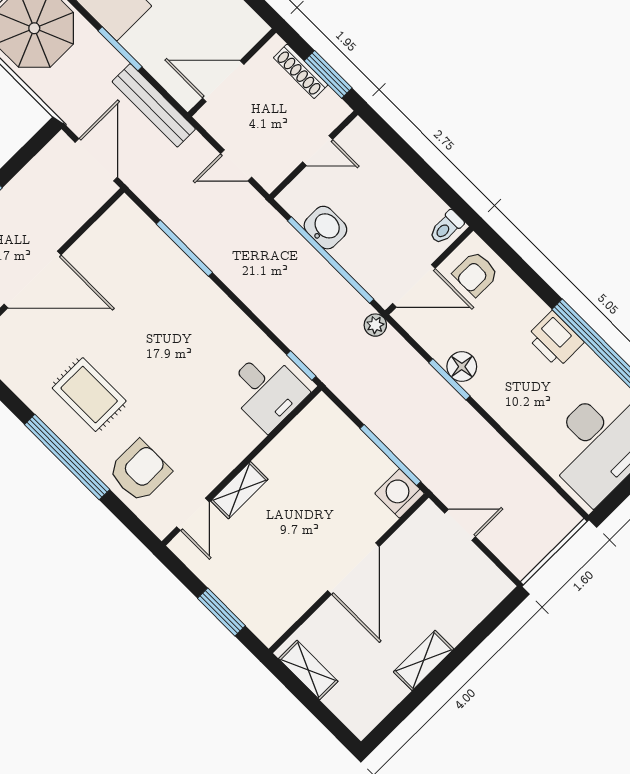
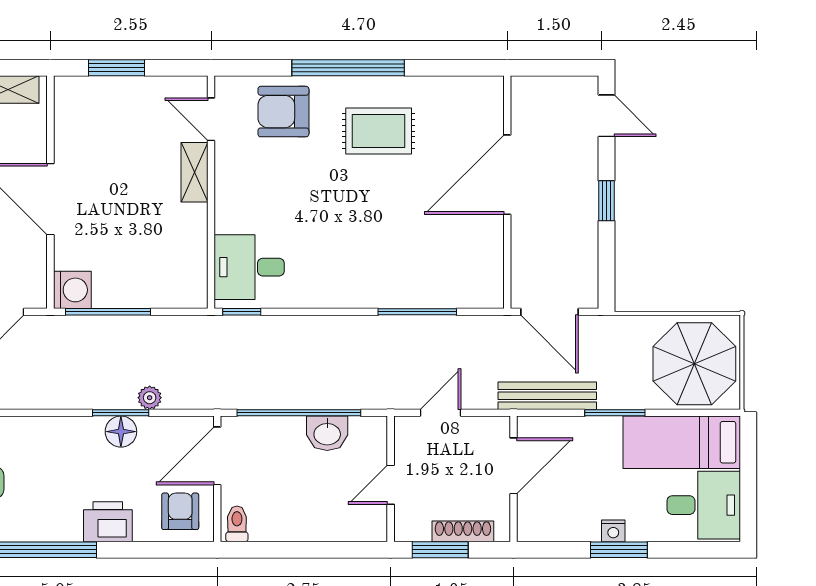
plant: (375, 325) -> (150, 398), moved
printer: (555, 339) -> (108, 522), moved
armchair: (140, 471) -> (283, 112), turned 90

